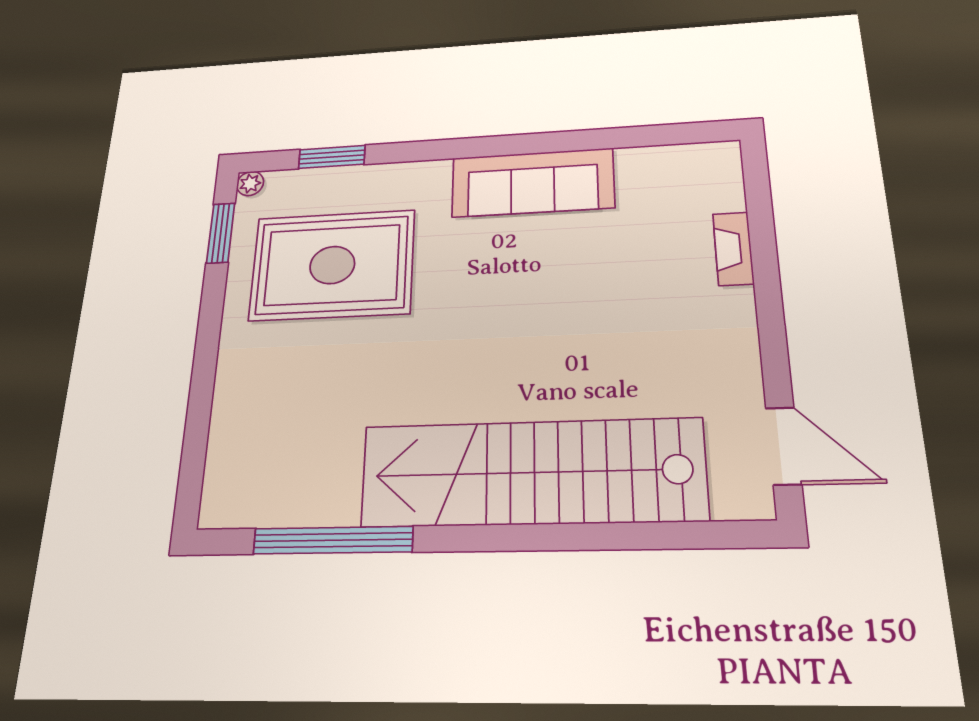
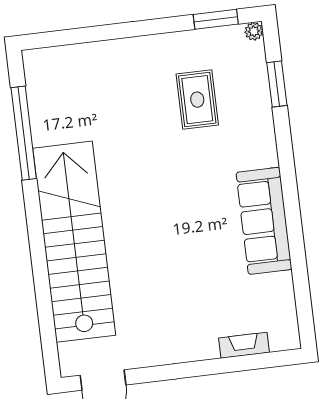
fireplace: (733, 249) -> (244, 345), moved
rug: (332, 265) -> (197, 100), width x0.54, depth x0.49

